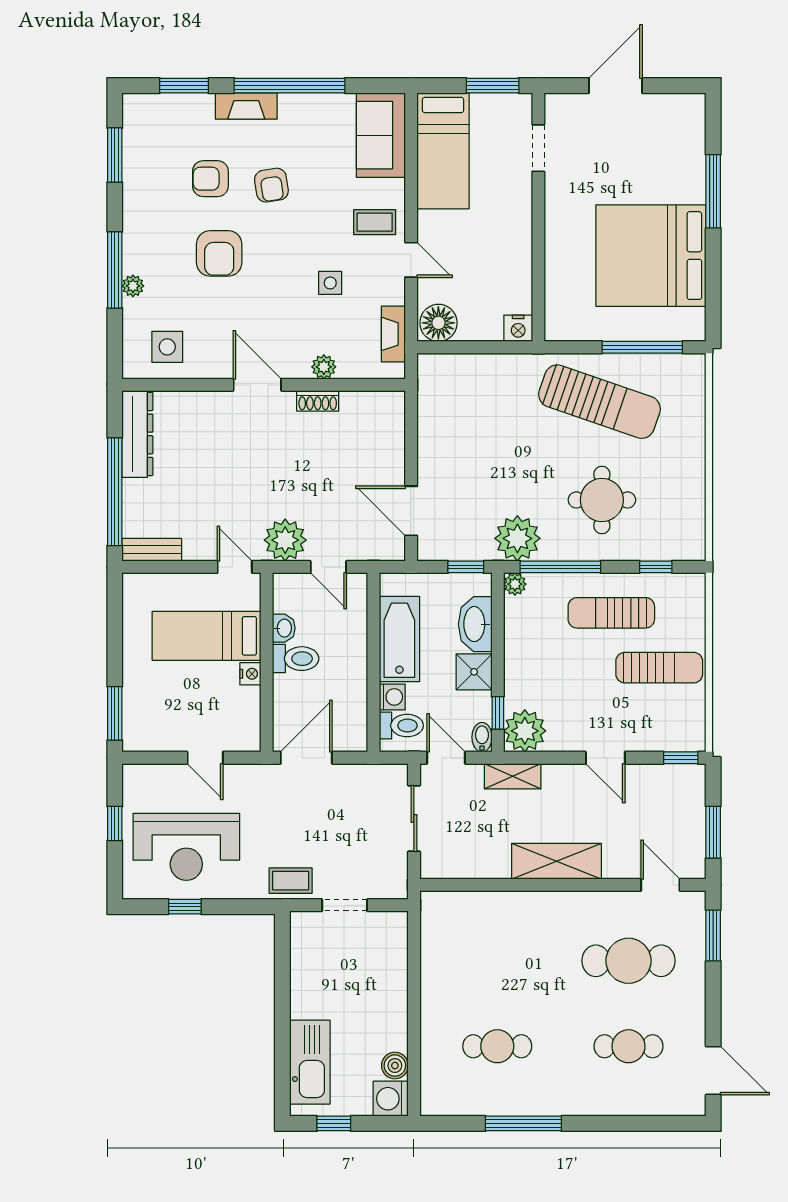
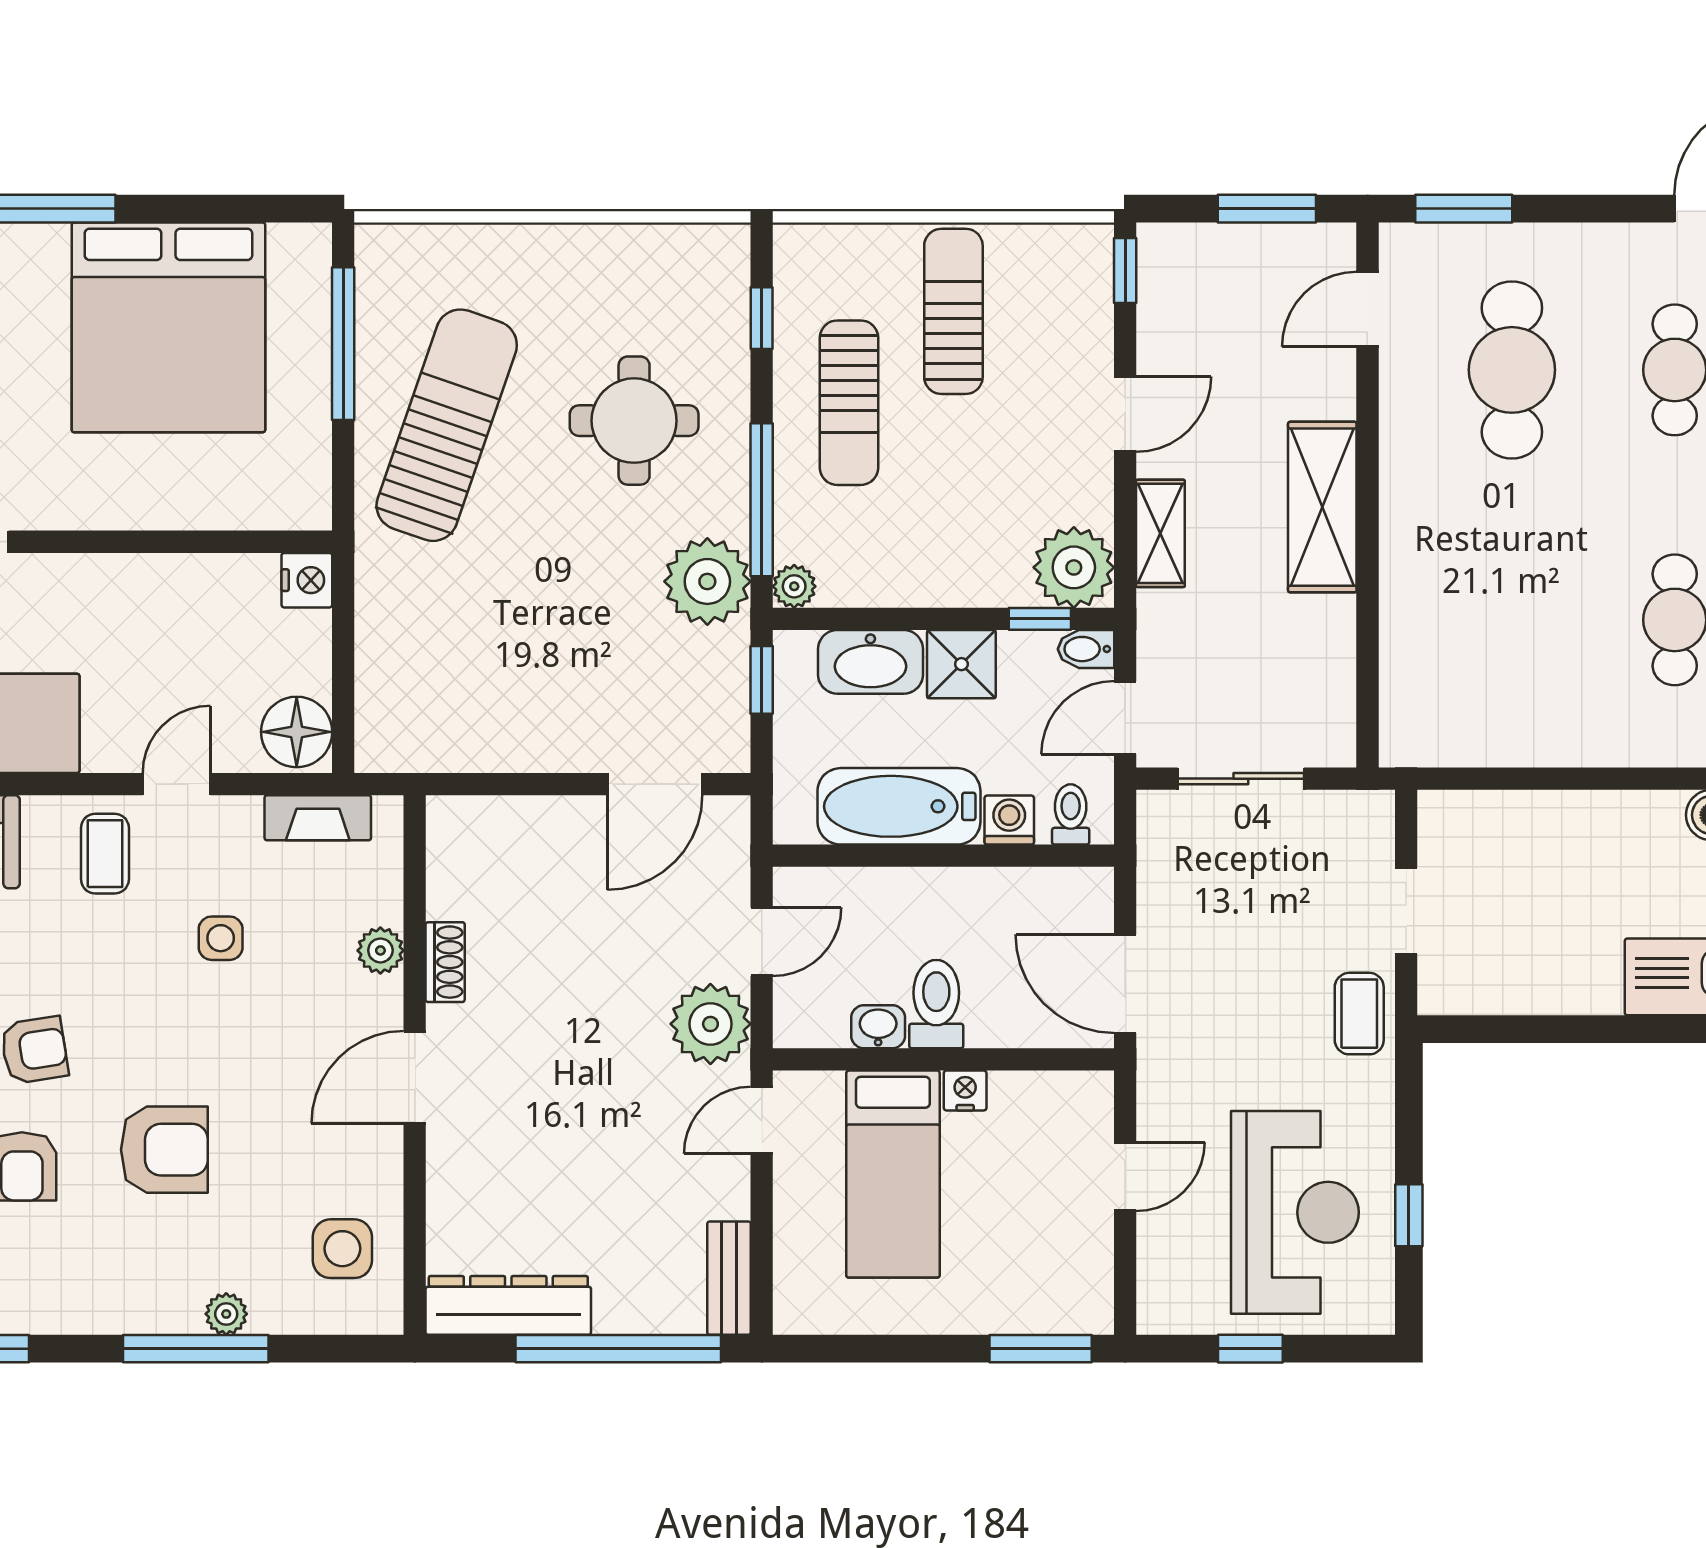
toilet: (401, 726) -> (1071, 814), width x0.73, depth x0.72
shelving: (513, 776) -> (1160, 533), moved

